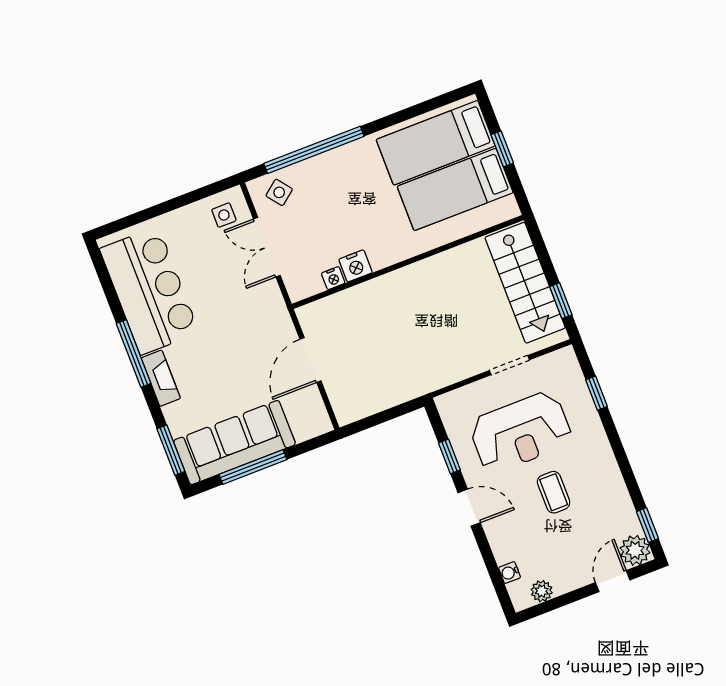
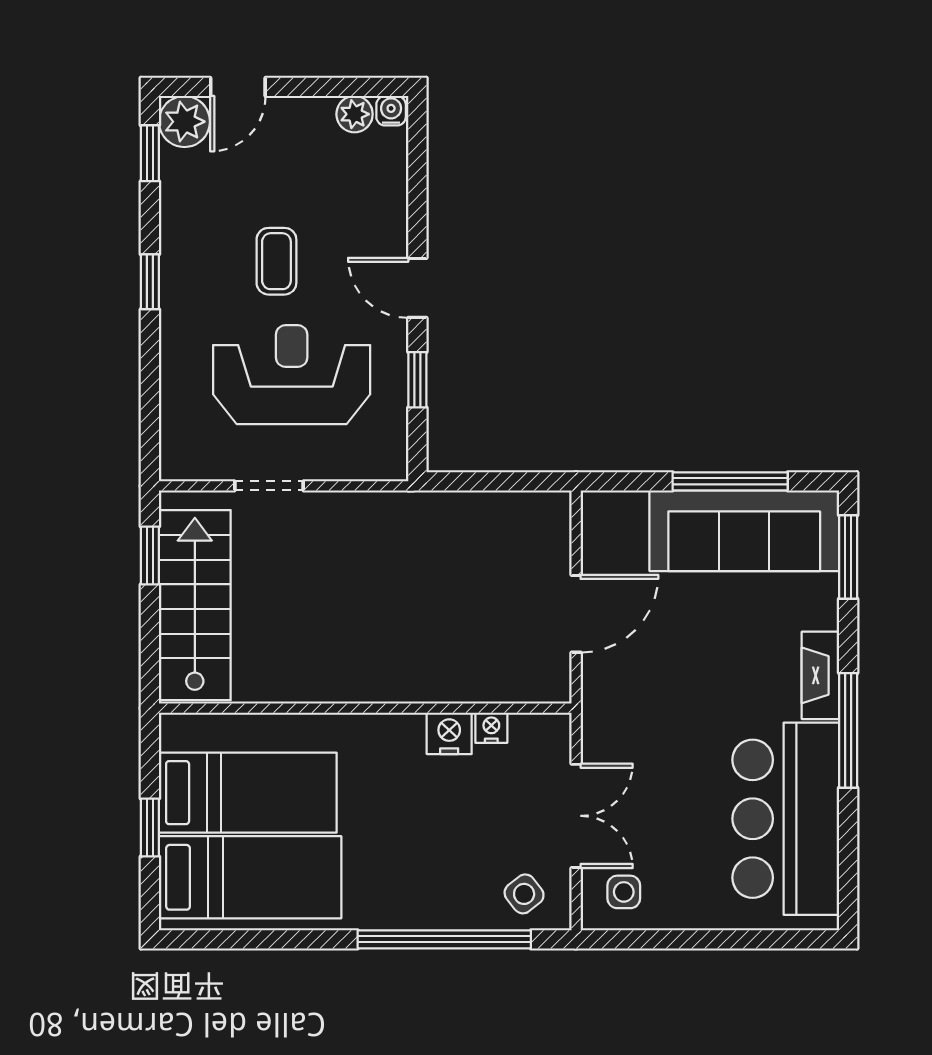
window: (597, 393) -> (150, 282), moved
water cooler: (509, 573) -> (391, 111), moved, turned -90

